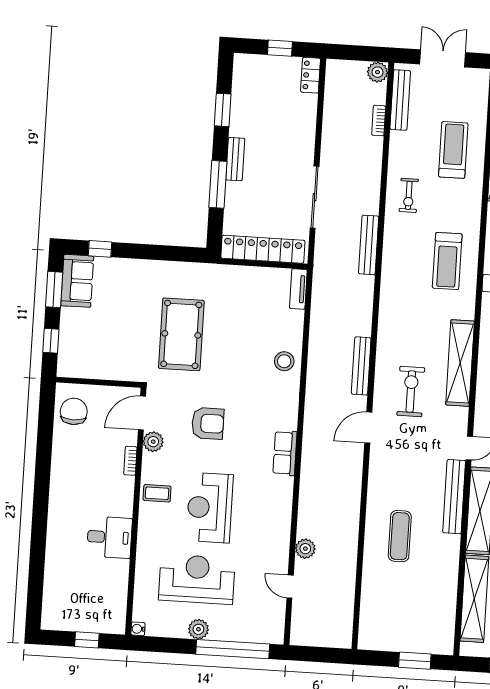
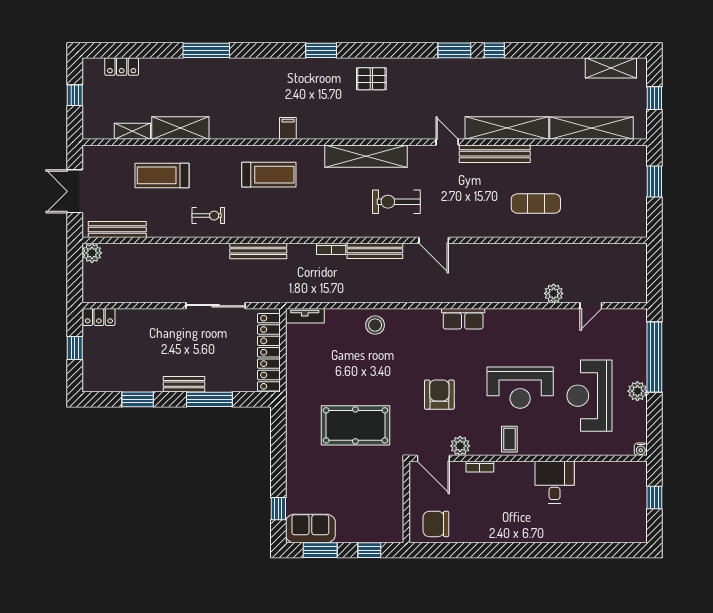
bookcase: (379, 121) -> (331, 249), moved

